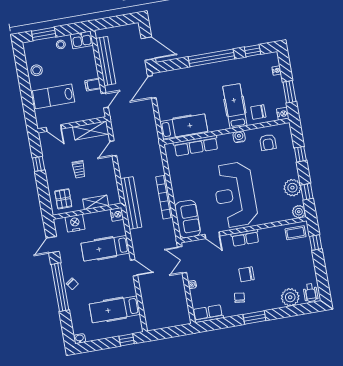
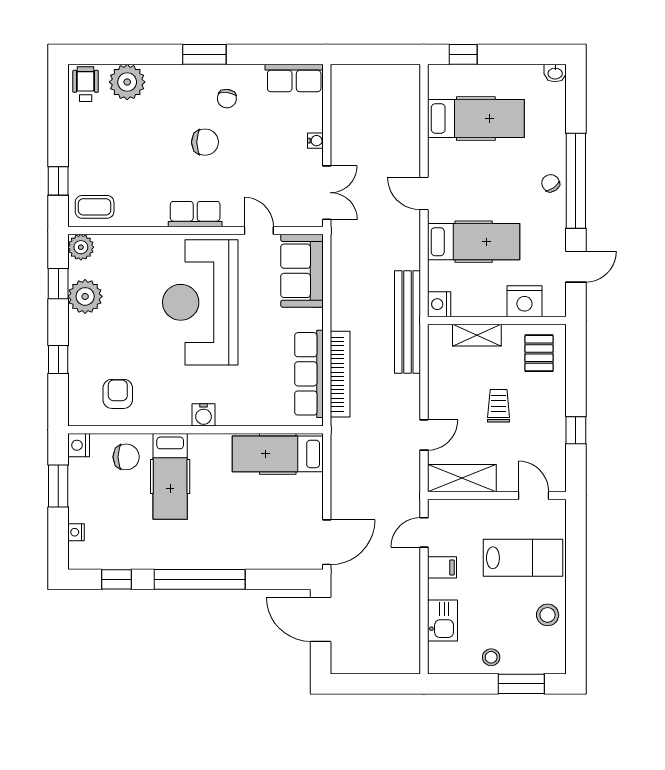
kitchen sink: (82, 40) -> (443, 620), moved, turned 90
bench: (106, 61) -> (408, 609), removed
water cooler: (239, 137) -> (204, 415), moved
row of seats: (196, 146) -> (309, 374), moved, turned -90
reception desk: (235, 195) -> (200, 302), turned 180
bookcase: (164, 197) -> (340, 374), moved

